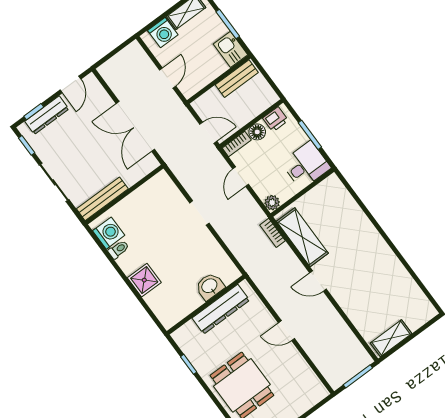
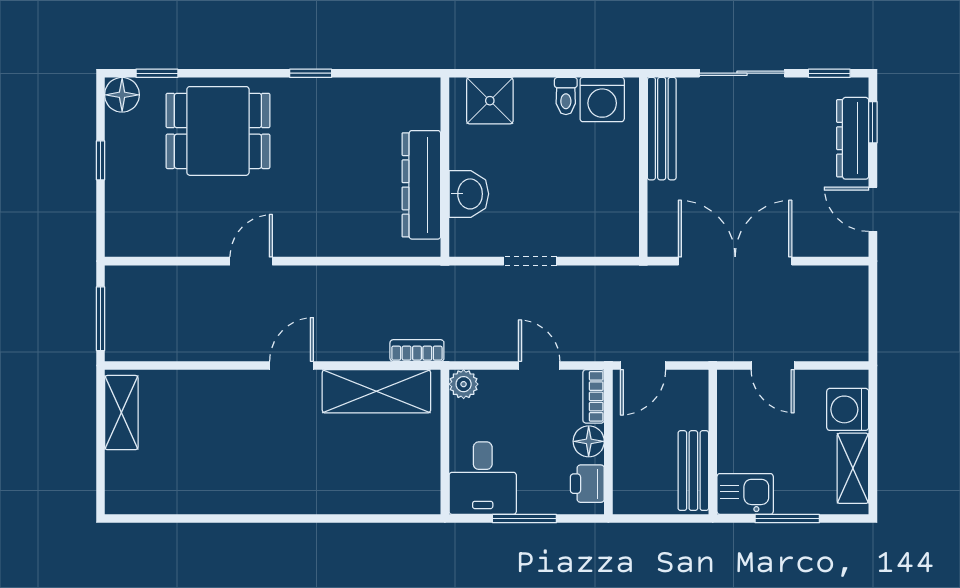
washbasin: (210, 286) -> (469, 194), moved
wall: (206, 305) -> (445, 167), moved
dresser: (221, 309) -> (421, 185), moved

